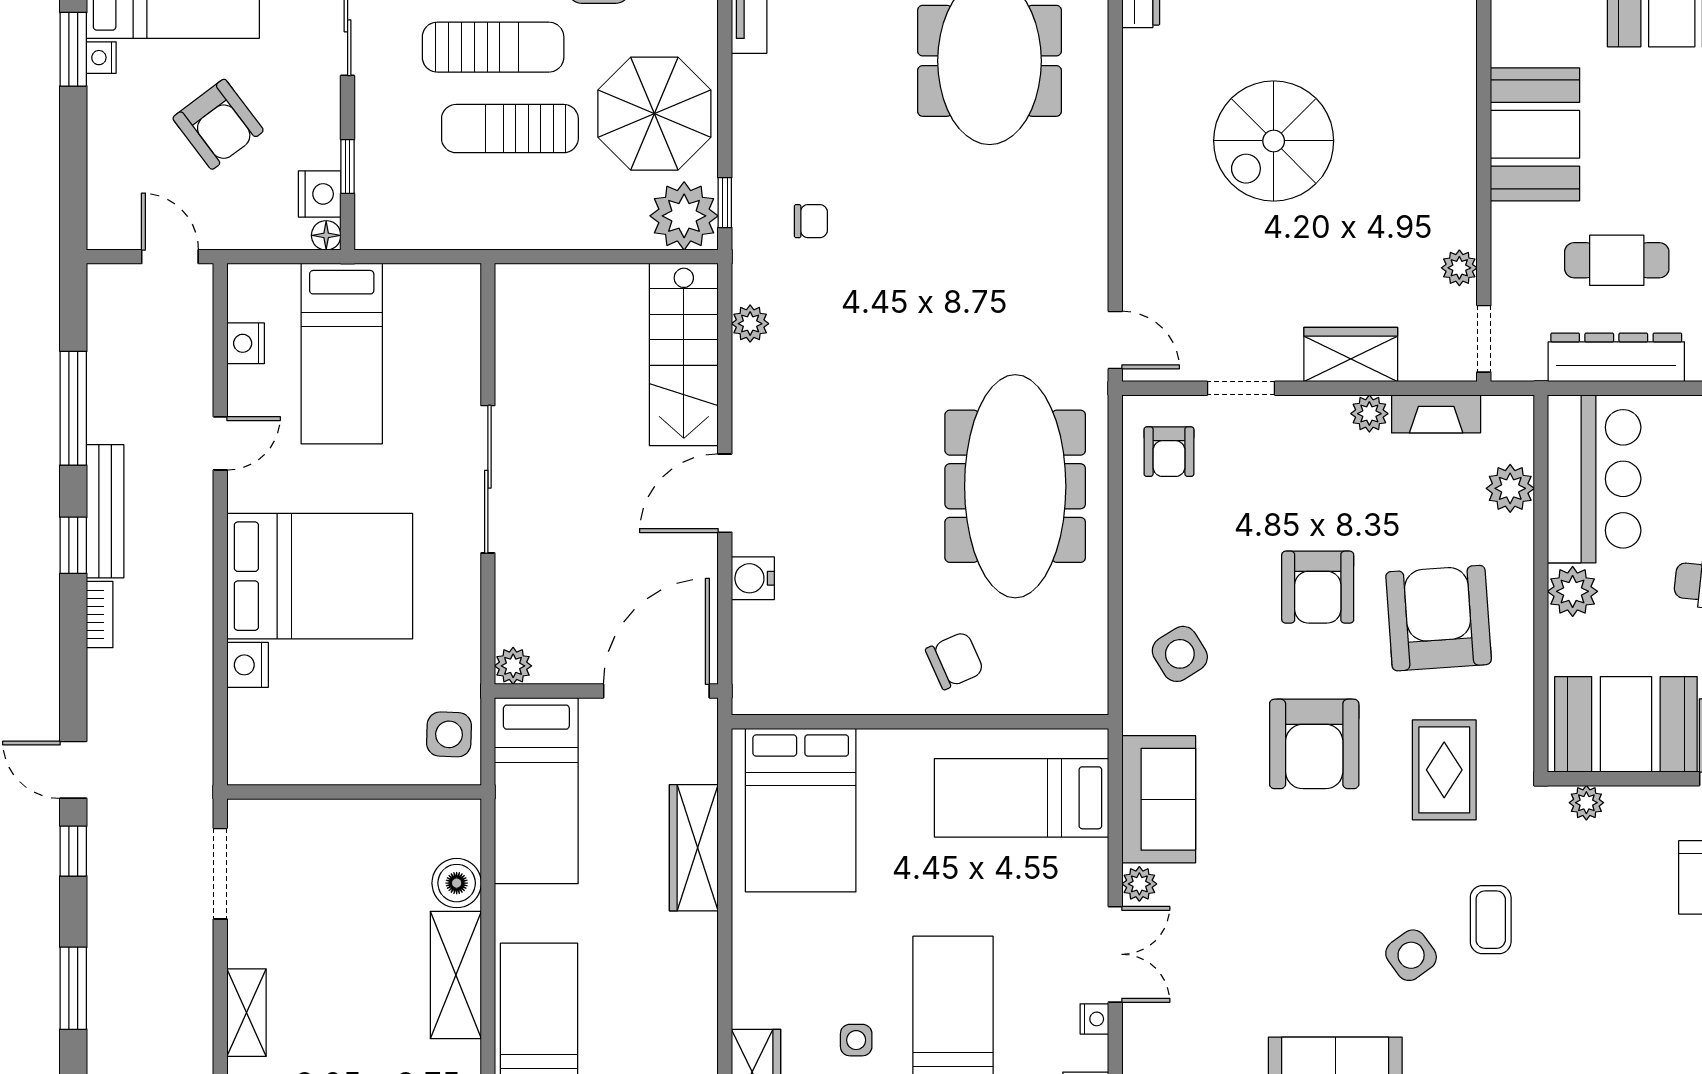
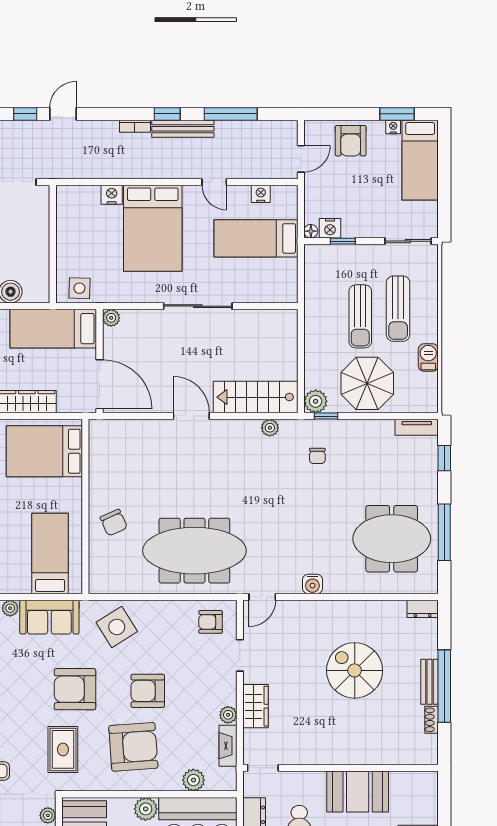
armchair: (218, 124) -> (351, 141), moved, turned -53
sun lounger: (510, 129) -> (360, 316), turned 180
plant: (684, 216) -> (316, 401), width x0.73, depth x0.73
plant: (1459, 268) -> (296, 756), removed
water cooler: (753, 578) -> (312, 584), moved, turned 180
side table: (1180, 654) -> (117, 627), width x1.37, depth x1.37
rug: (1444, 770) -> (63, 749), turned 90

